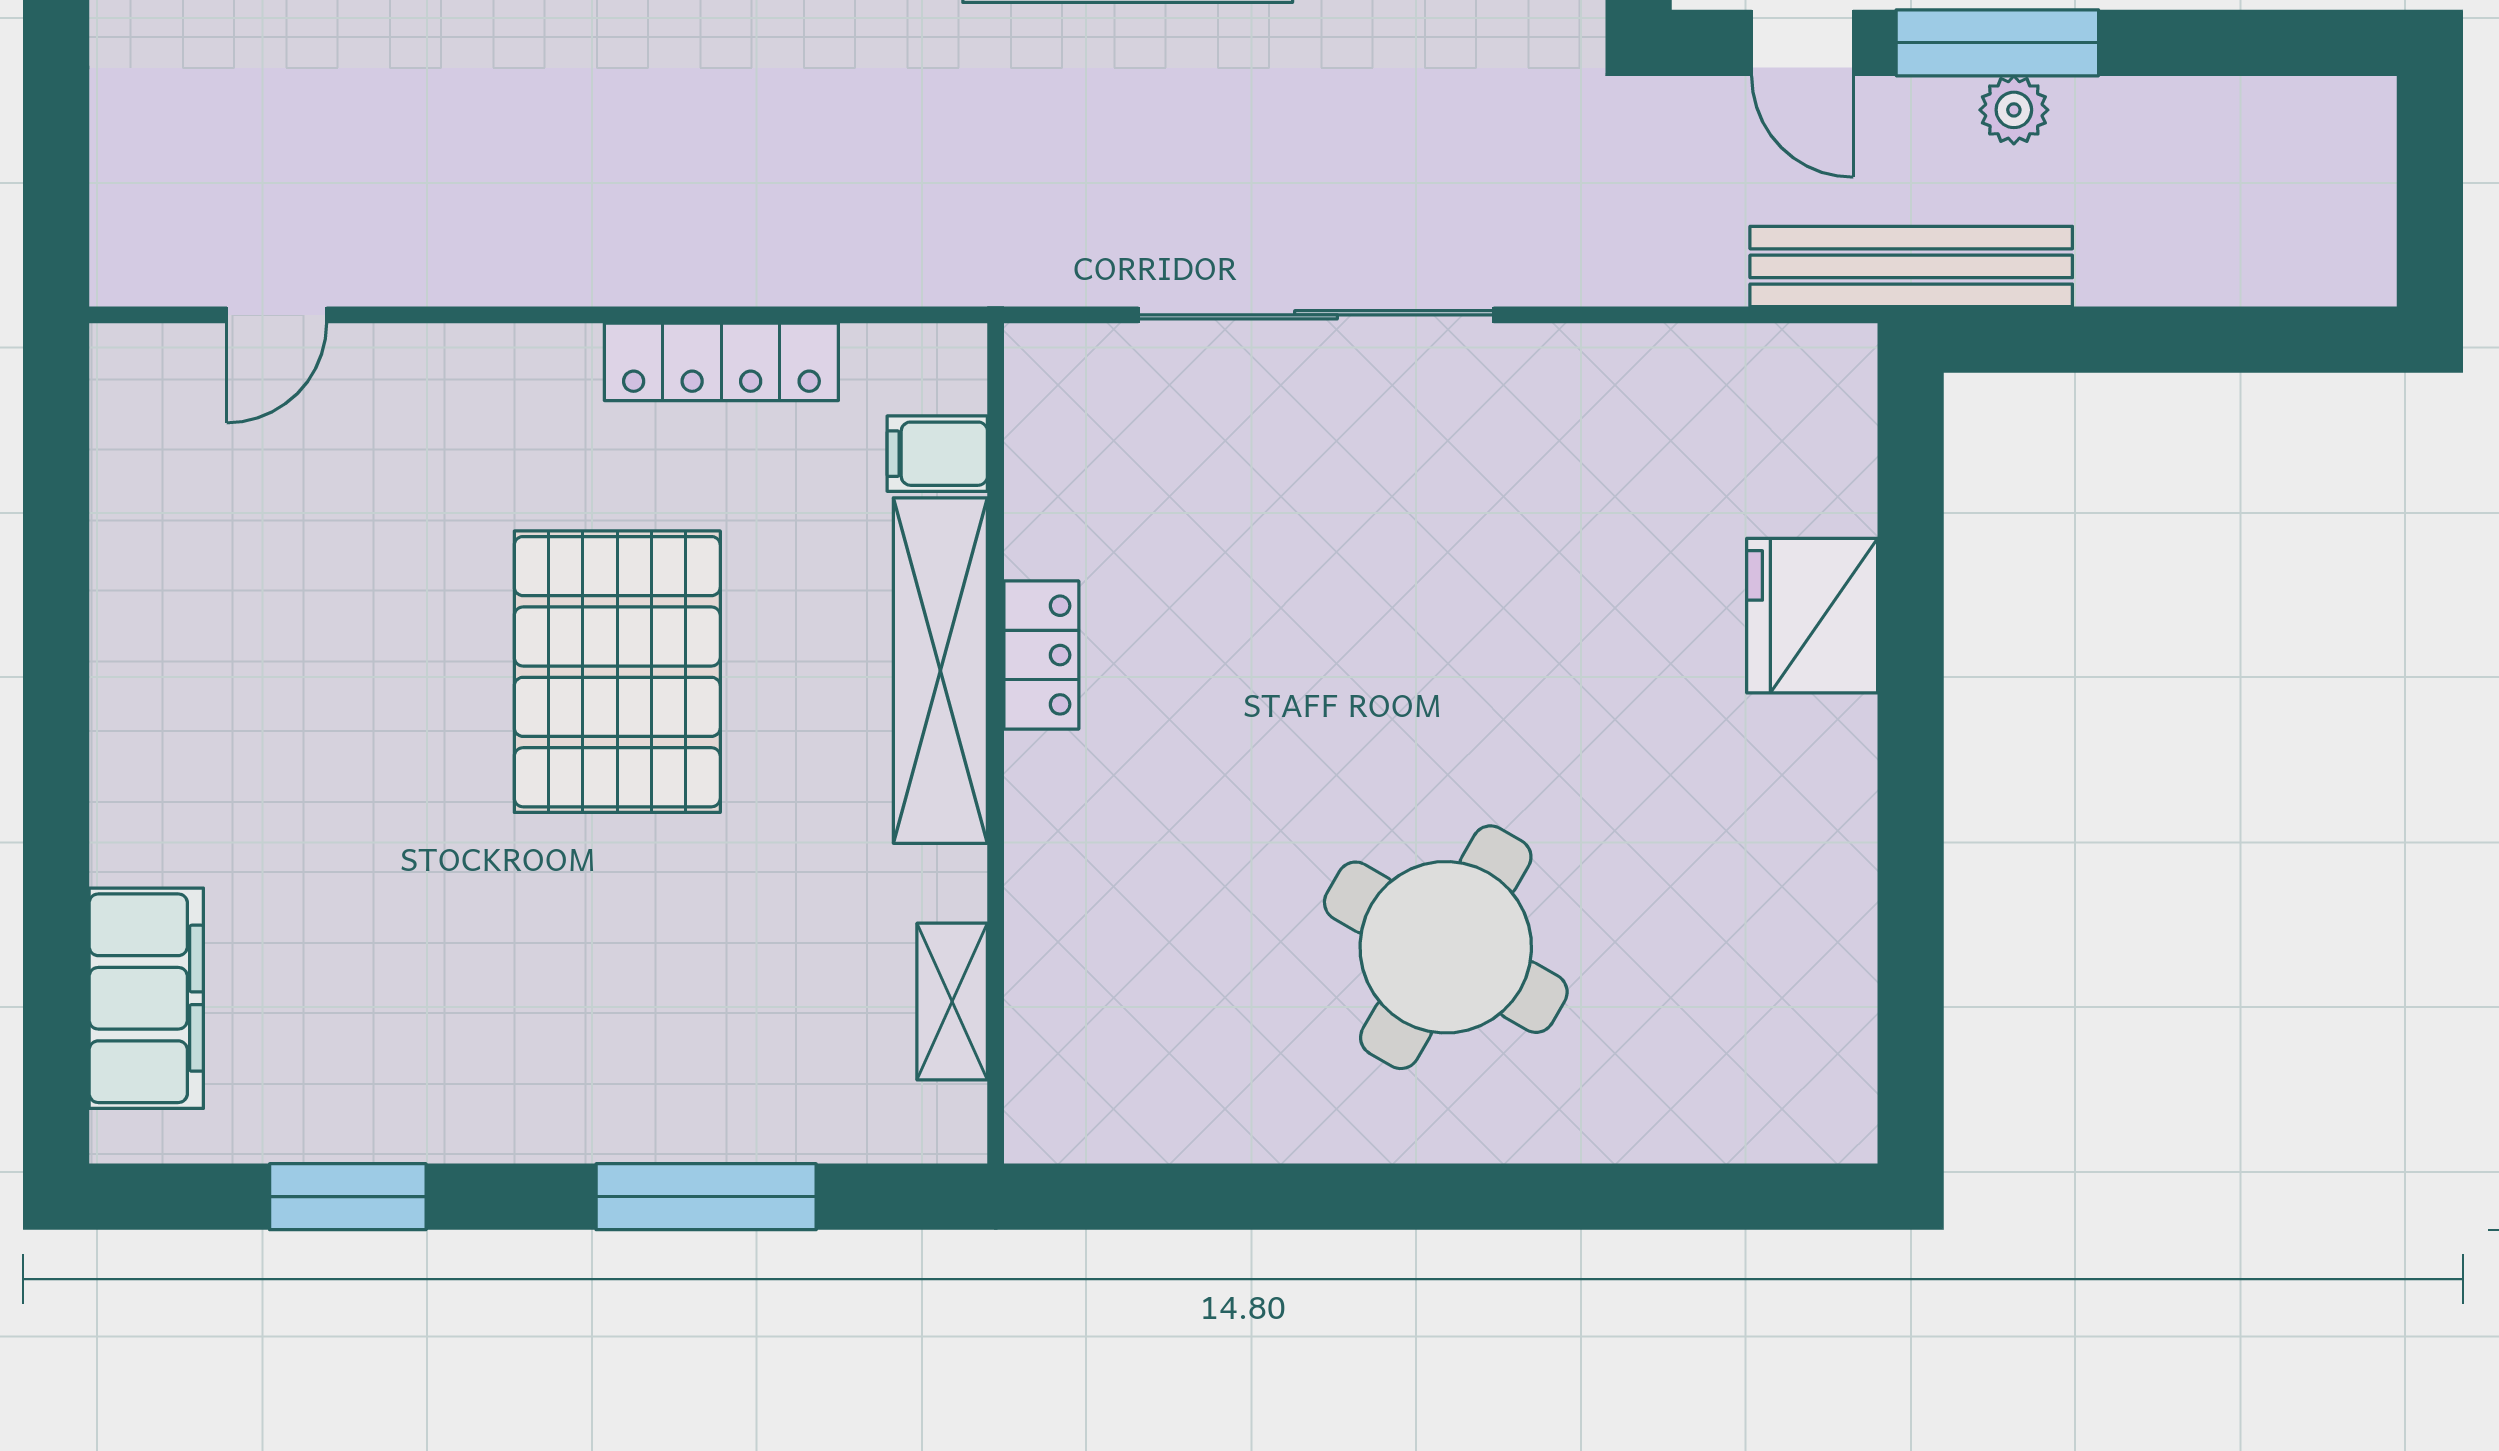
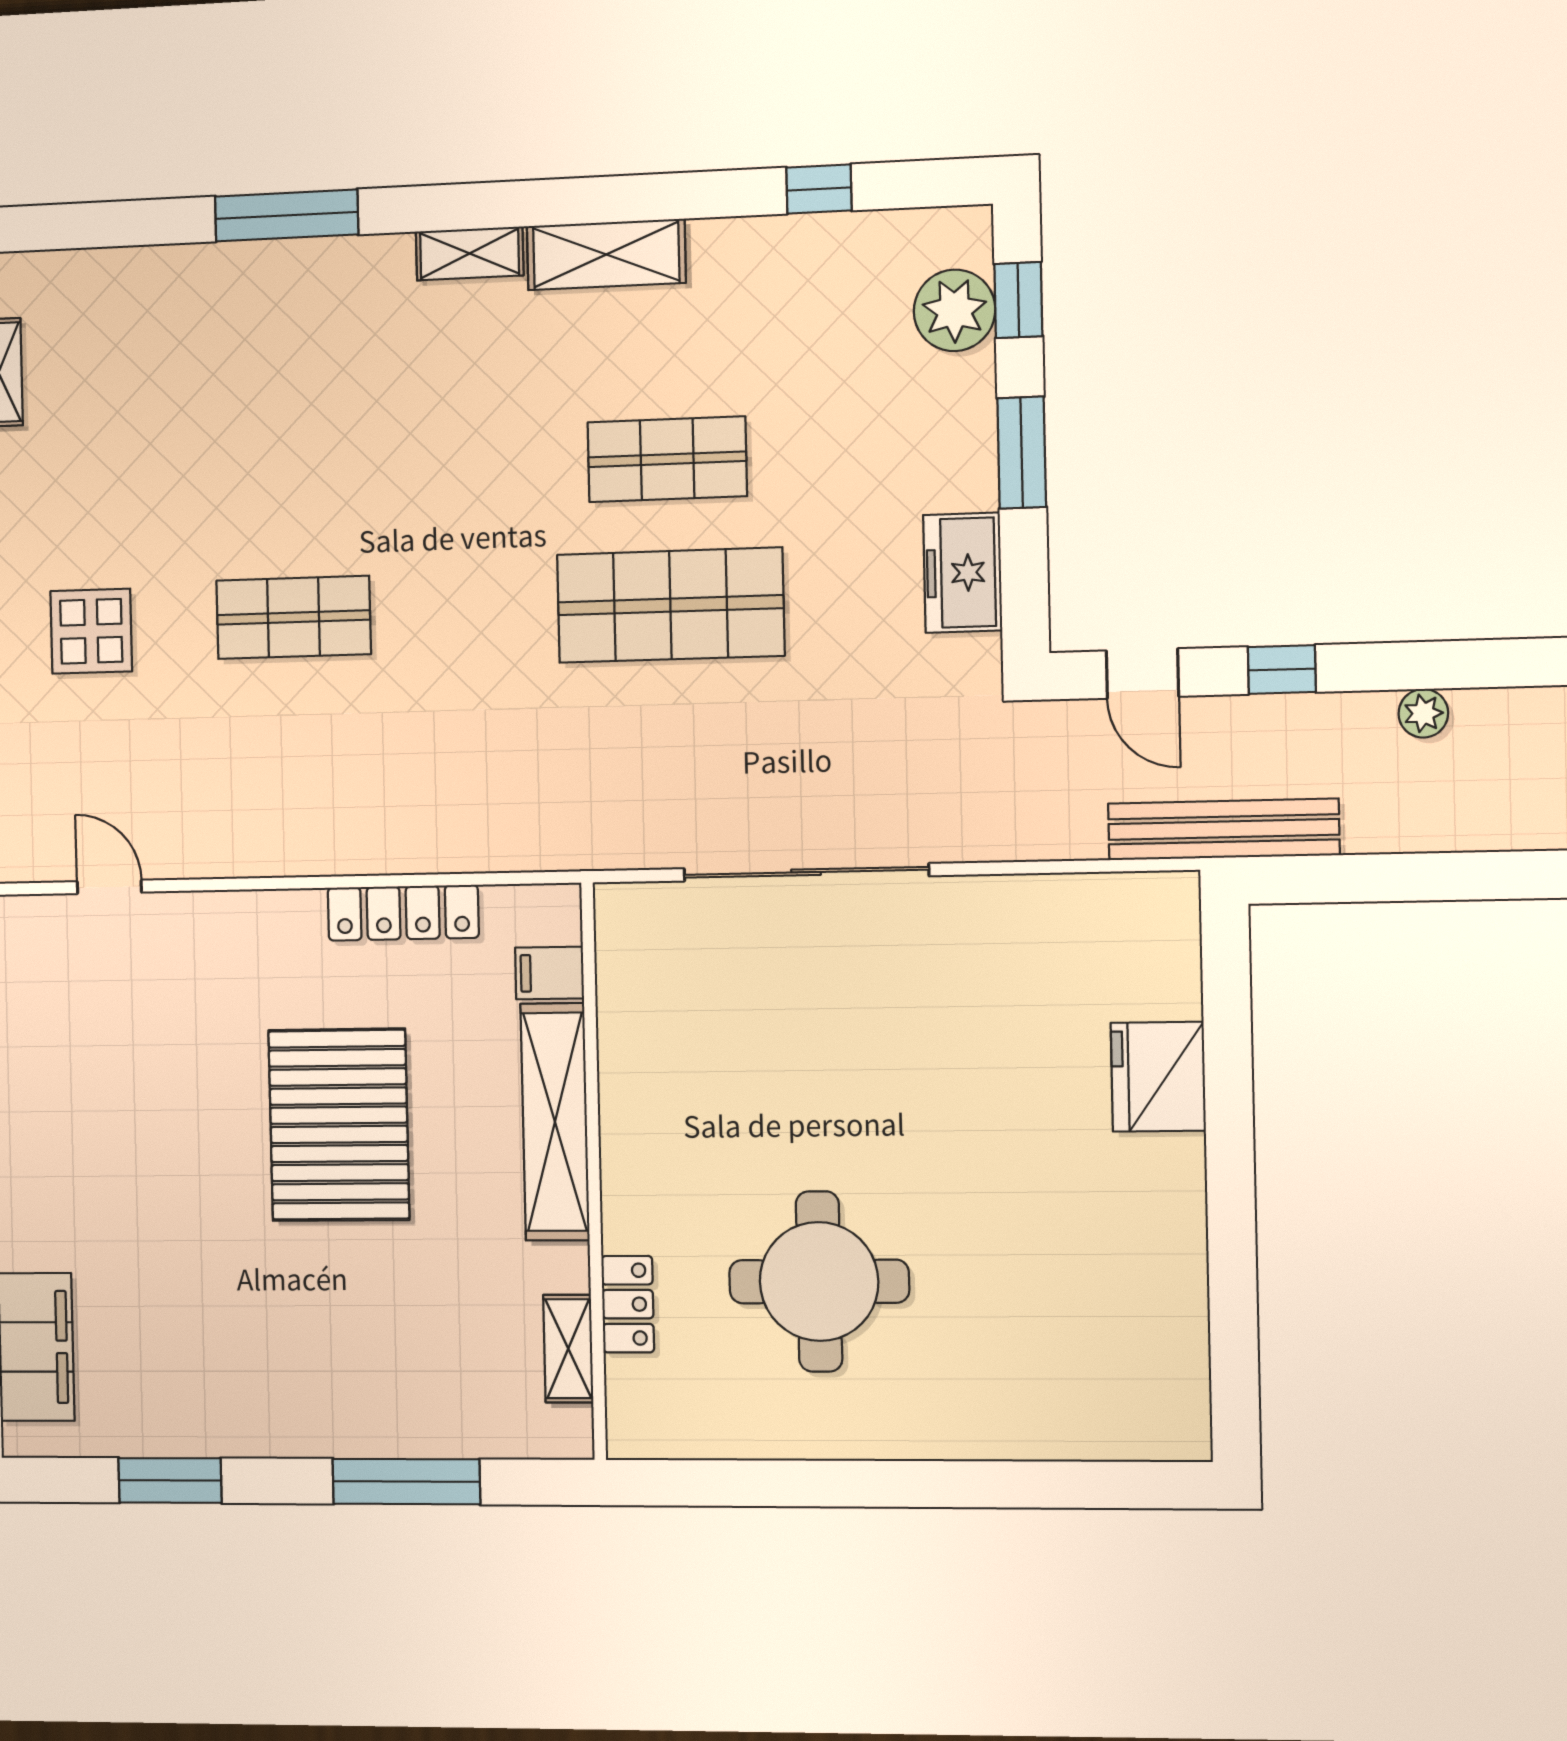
window: (1997, 43) -> (1282, 670), width x0.46
plant: (2014, 110) -> (1423, 713), moved
door: (277, 315) -> (109, 887), swing flipped
locker: (1041, 655) -> (628, 1304), moved
round table: (1446, 947) -> (819, 1281), moved, turned -30

